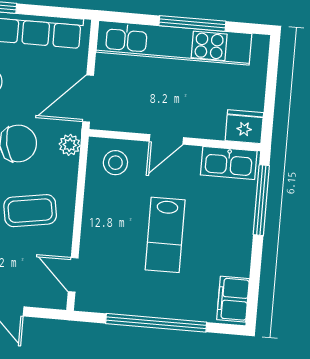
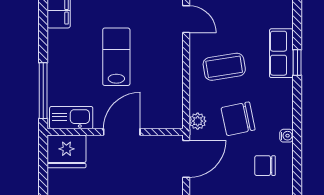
fridge: (244, 127) -> (66, 151), width x1.36, depth x1.34
door: (166, 139) -> (122, 132), width x1.38
stool: (115, 163) -> (160, 110), removed

